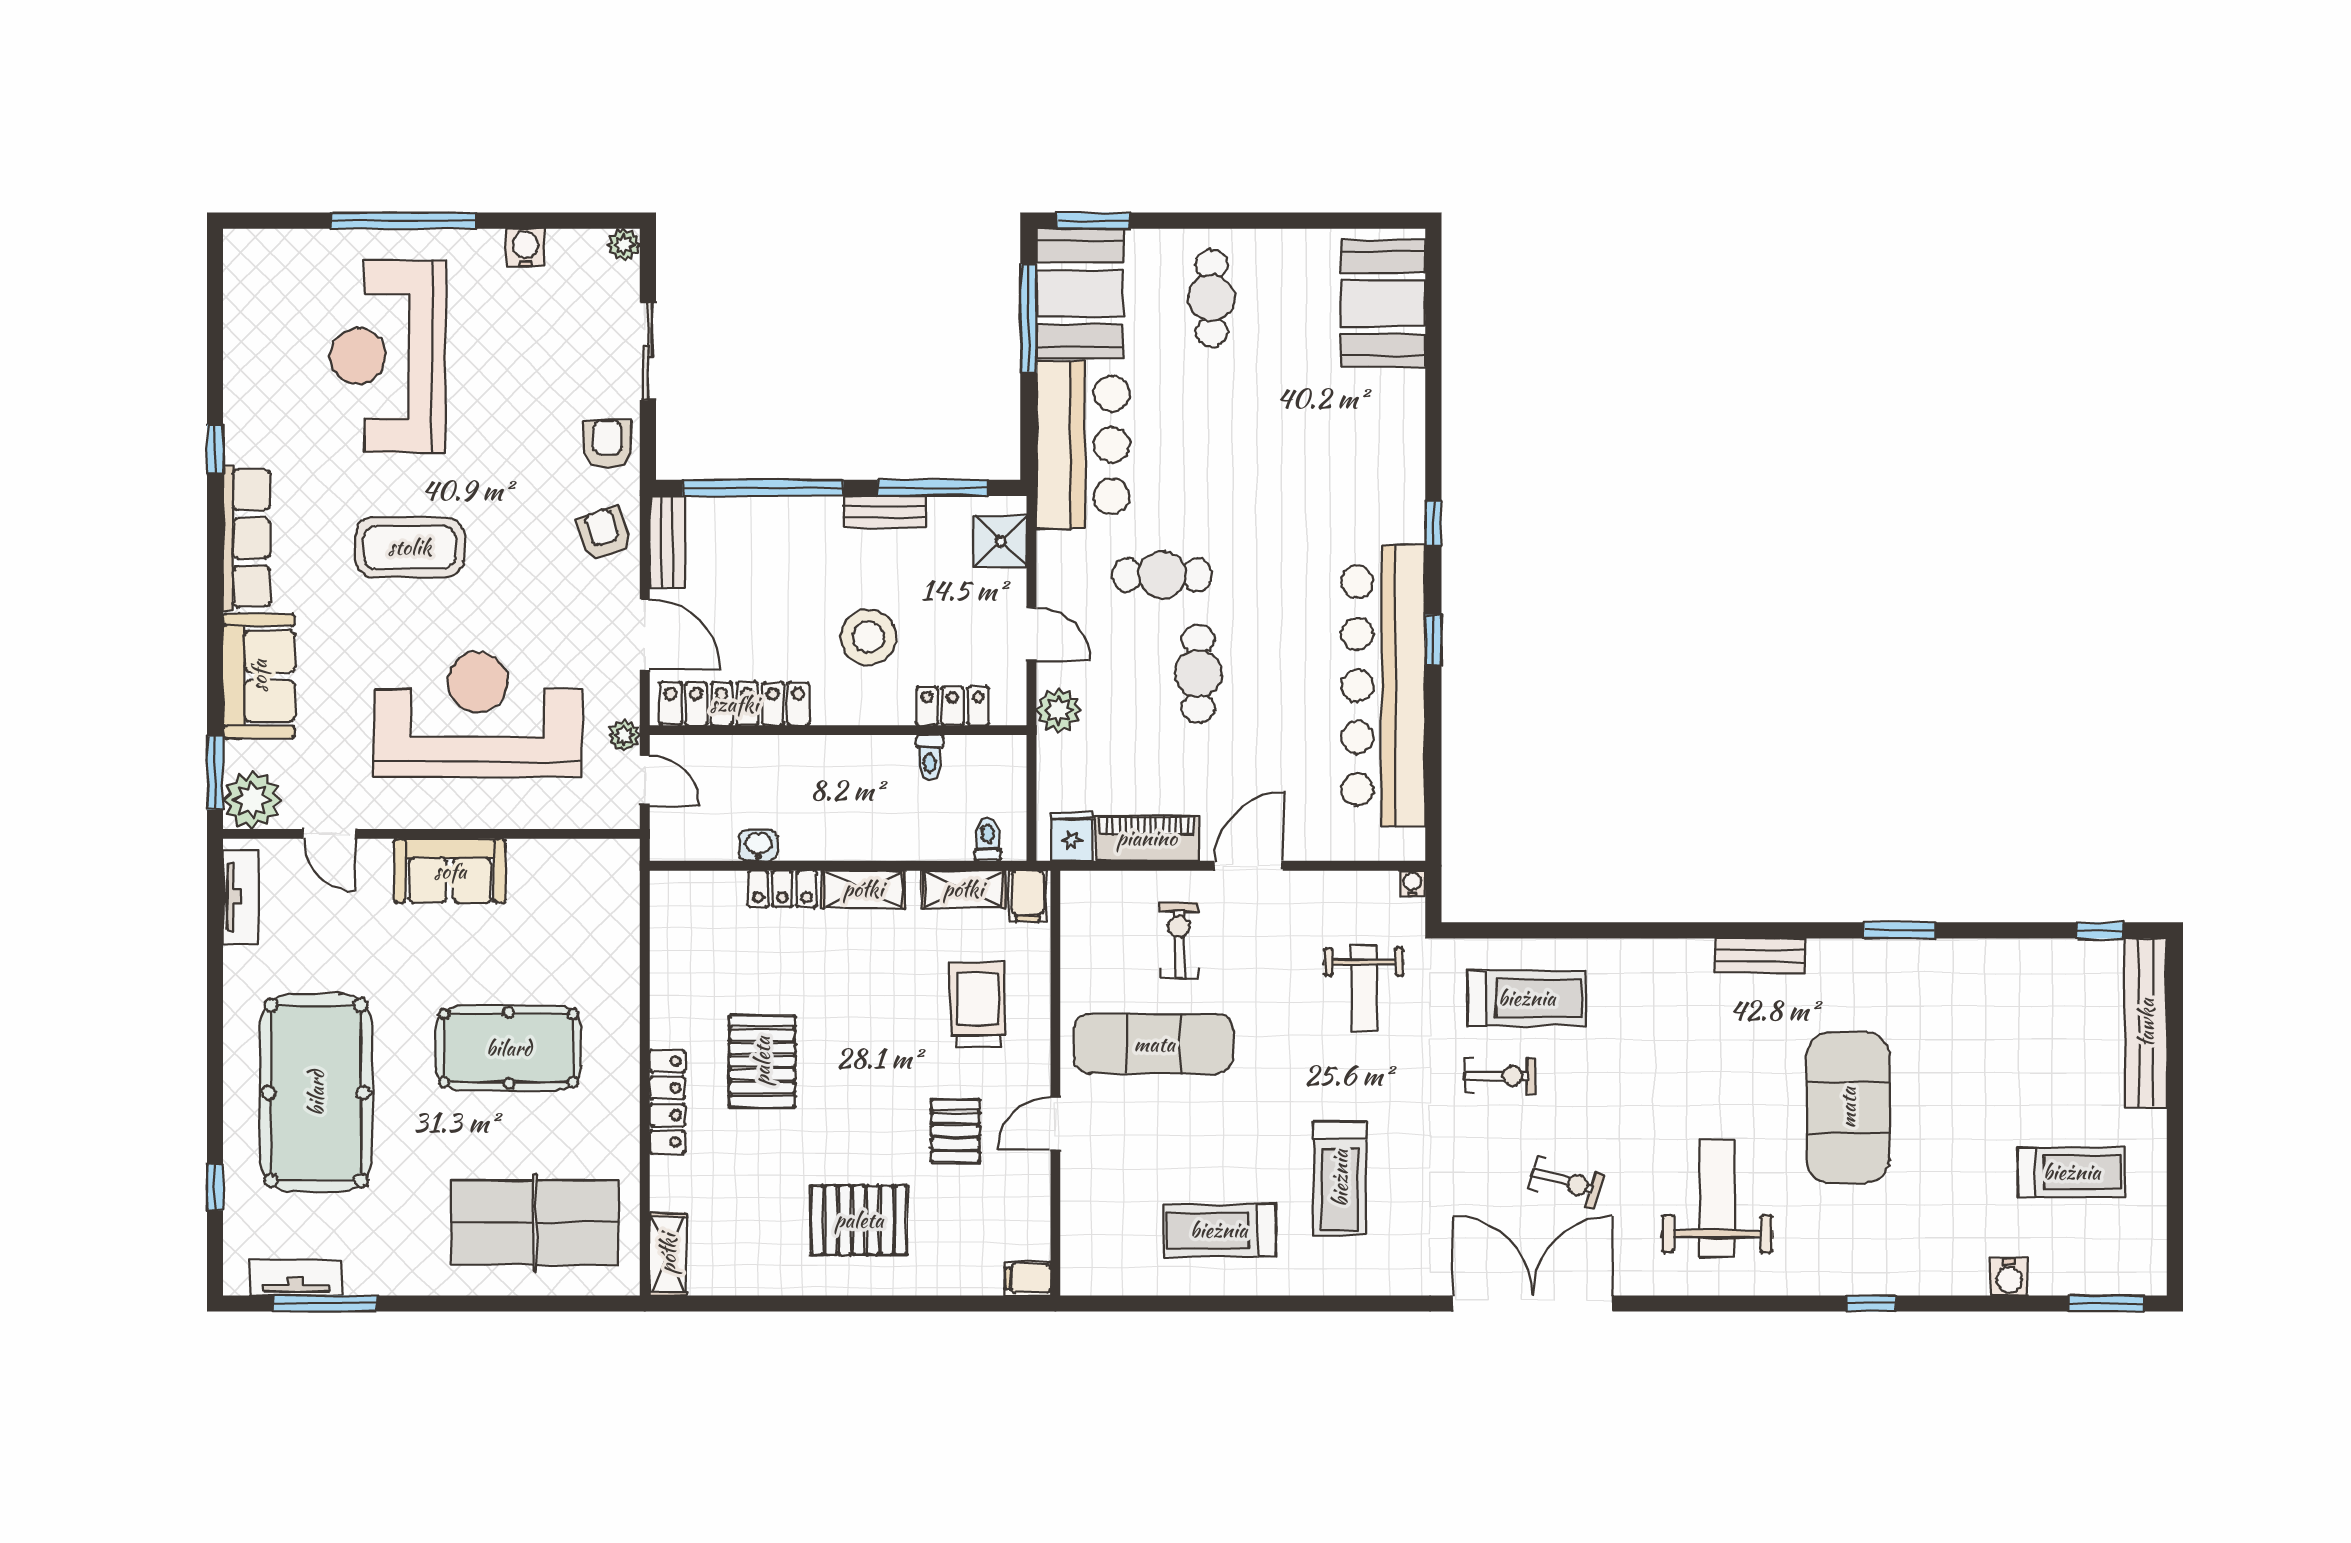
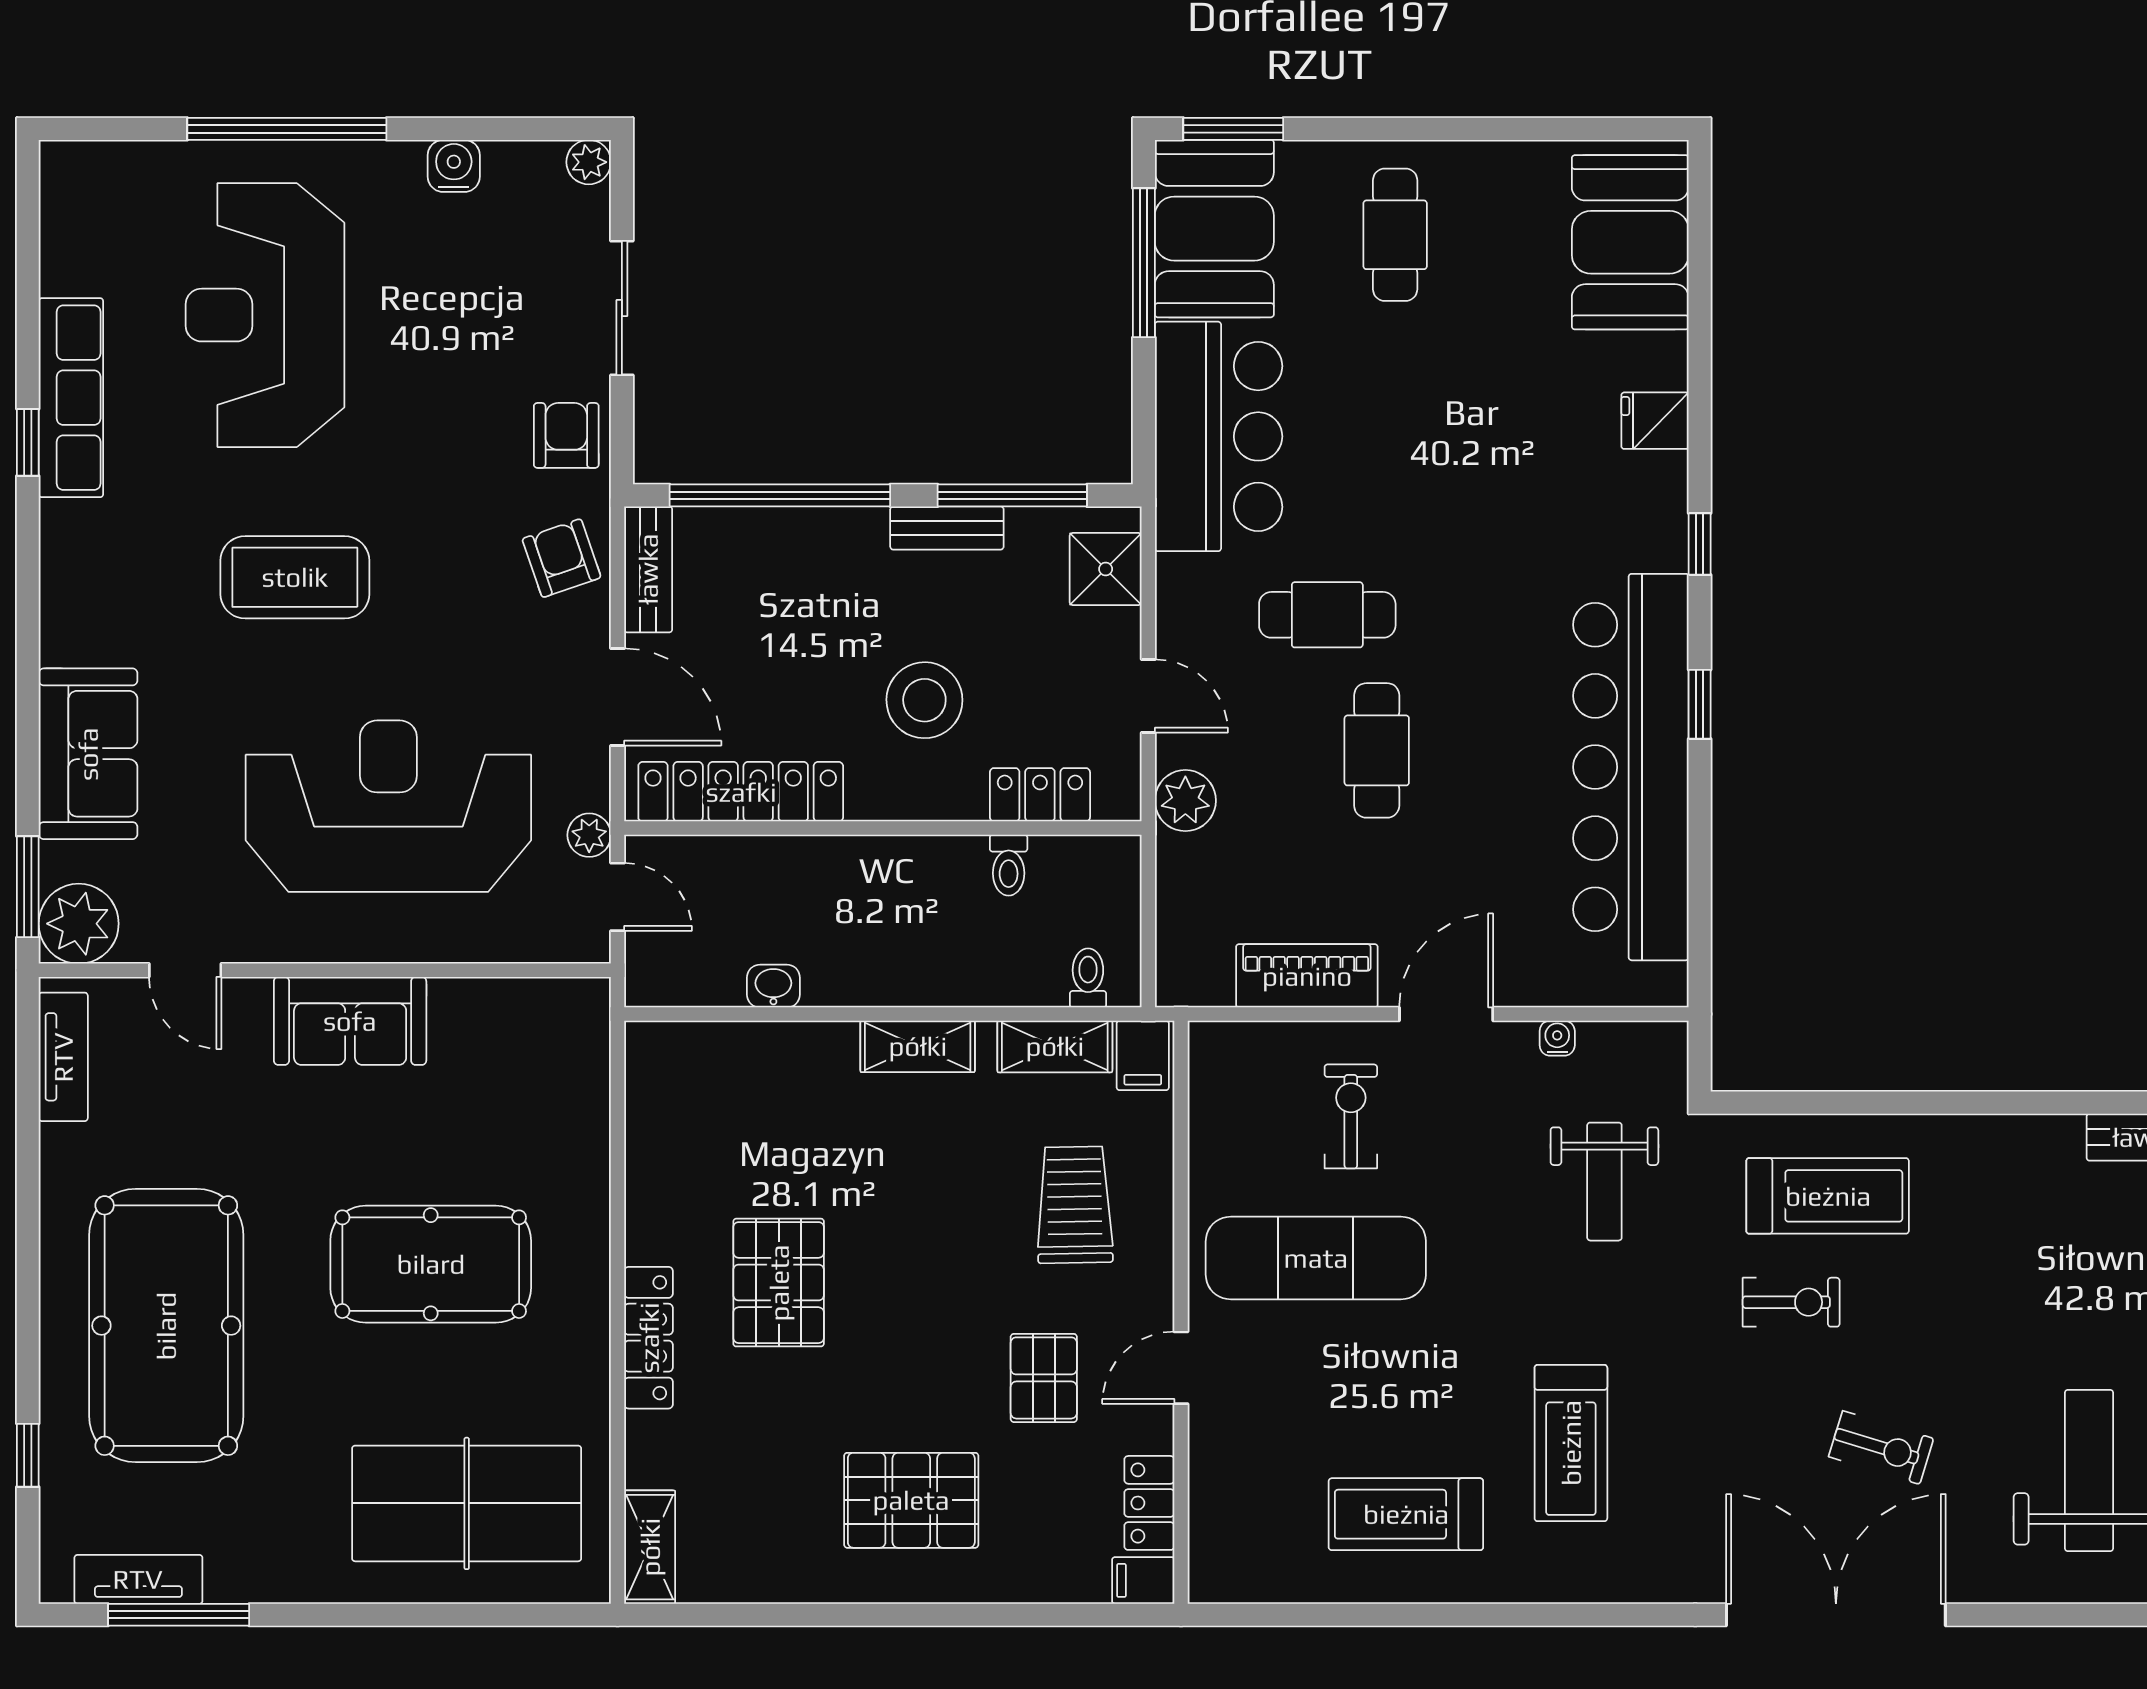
row of seats: (246, 538) -> (71, 398), moved
fridge: (1072, 836) -> (1655, 421), moved, turned -90
water cooler: (1413, 883) -> (1557, 1038), moved
locker: (782, 889) -> (1149, 1503), moved, turned 90

